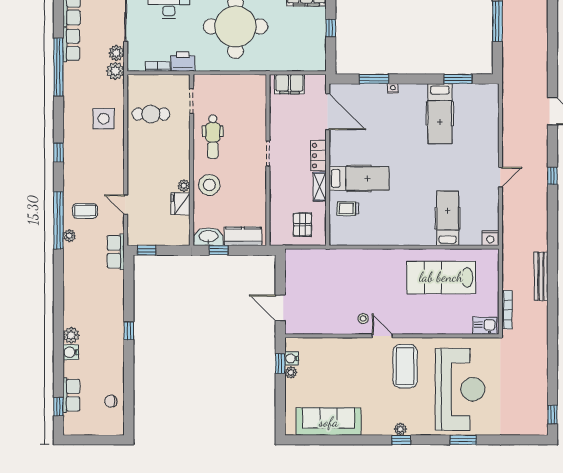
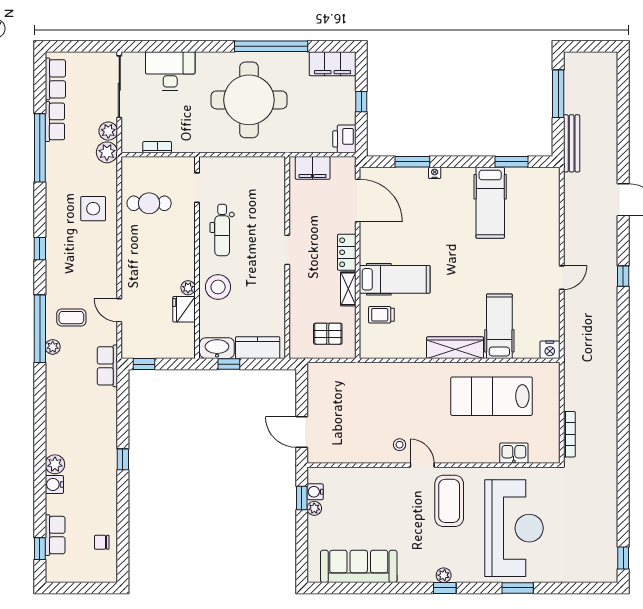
printer: (183, 62) -> (344, 139), moved, turned -90
pallet: (302, 225) -> (328, 334), turned 90
wardrobe: (410, 236) -> (455, 348), added
bench: (541, 276) -> (572, 143), moved
kitchen sink: (485, 326) -> (514, 453), moved

